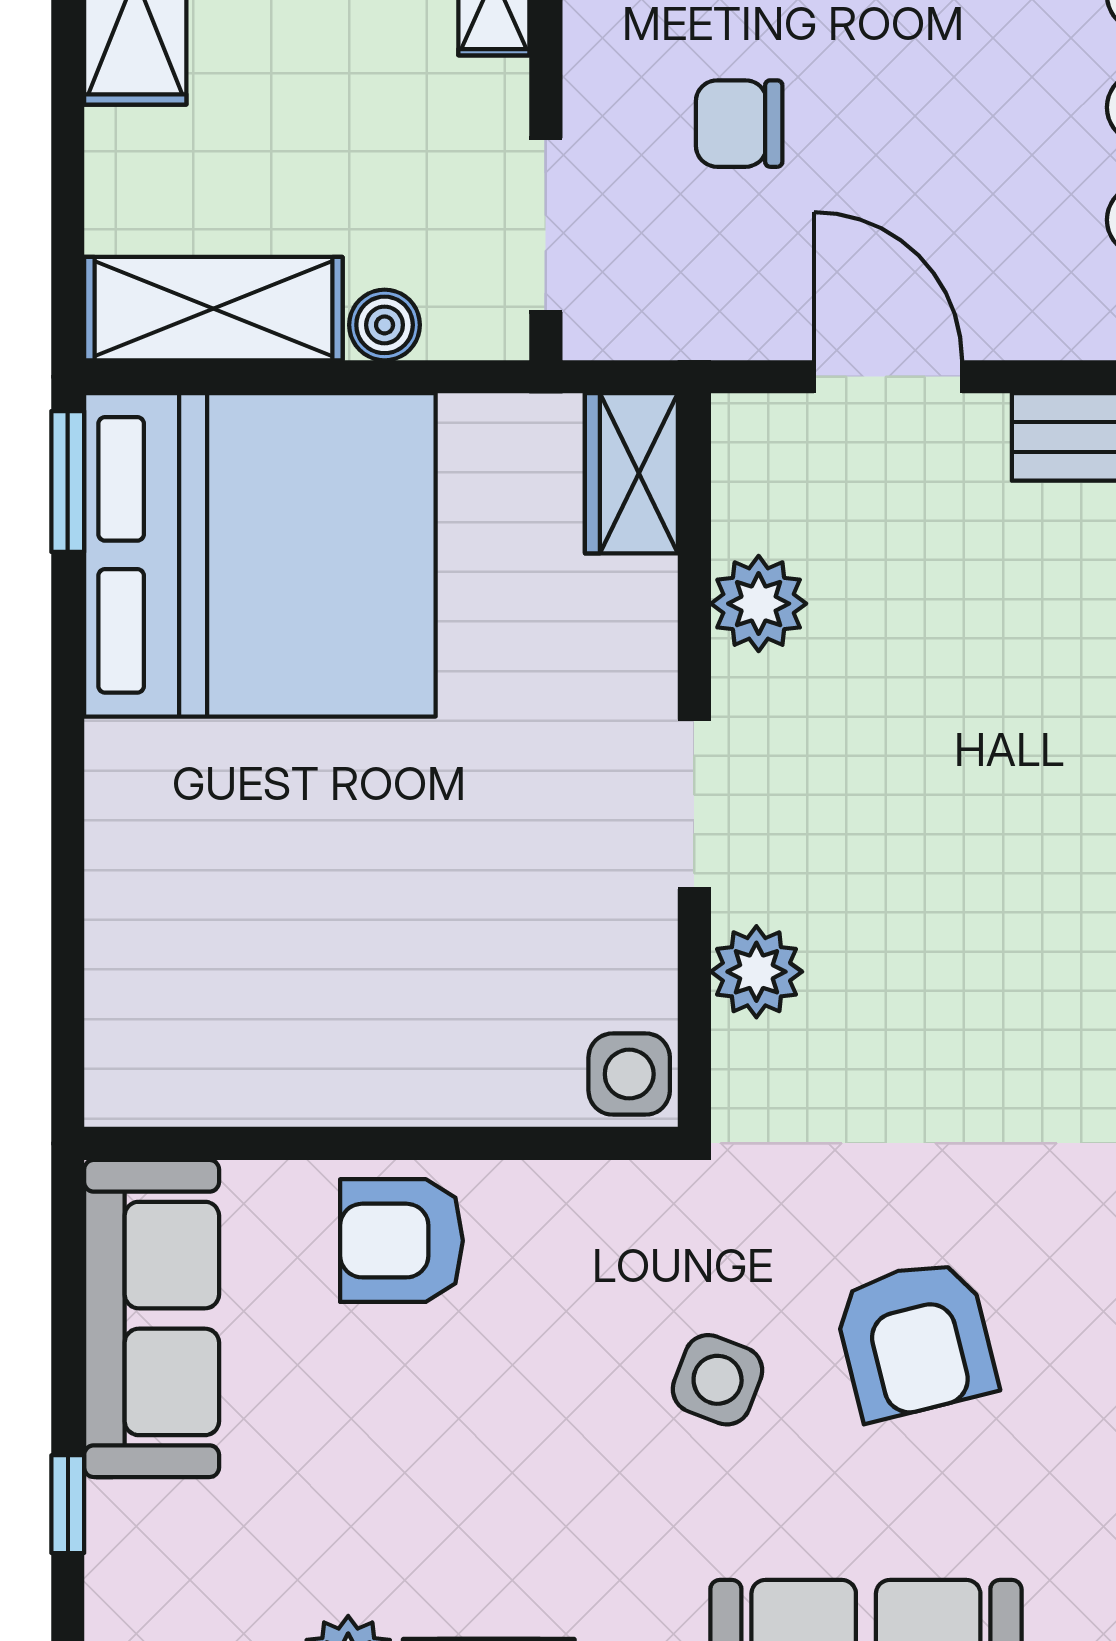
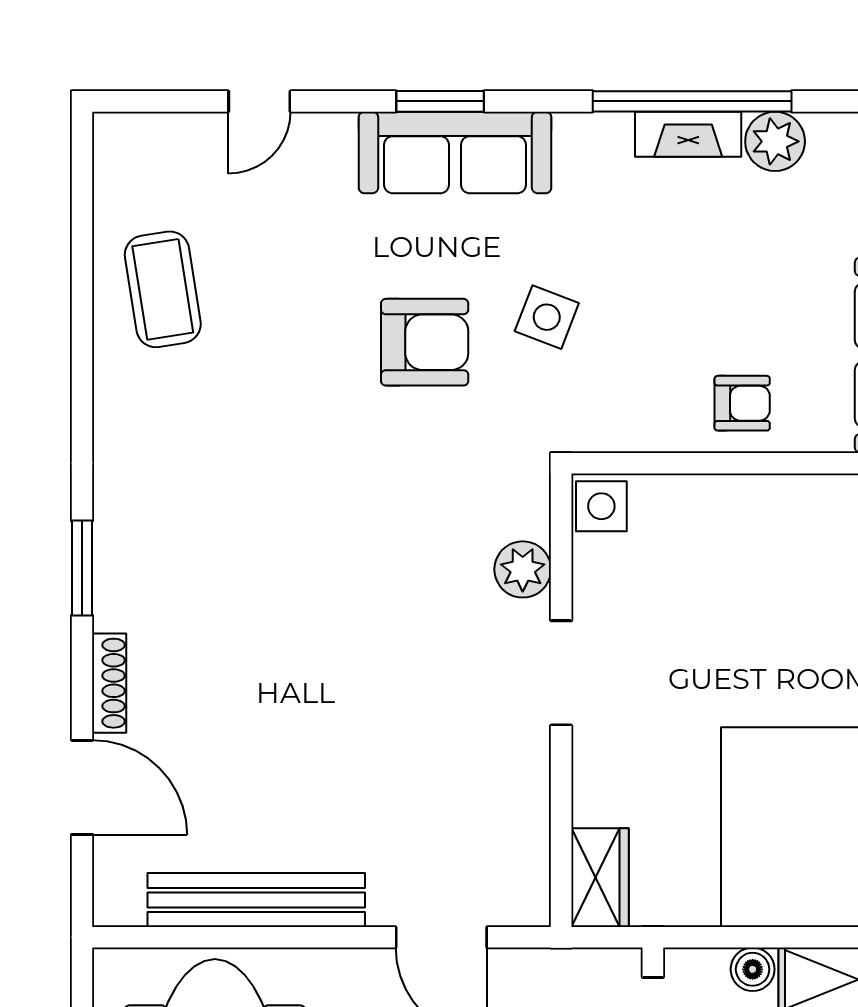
plant: (759, 604) -> (521, 797), removed
armchair: (401, 1241) -> (742, 403), width x0.72, depth x0.72
armchair: (915, 1339) -> (425, 342), turned 104

